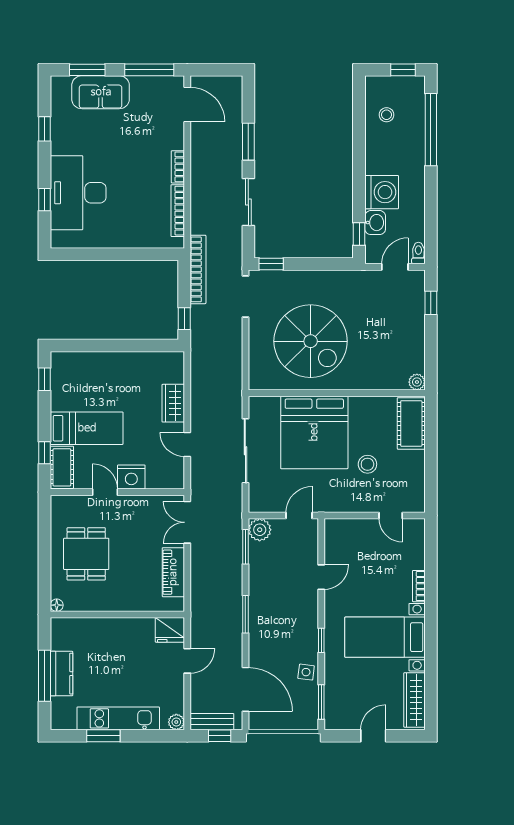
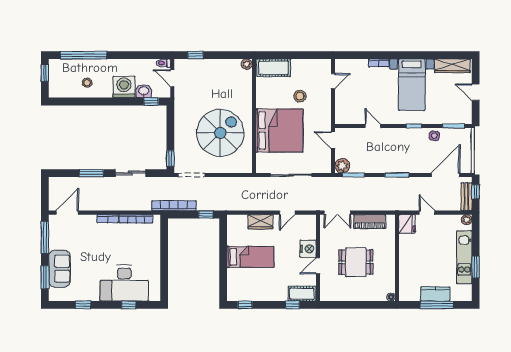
stool: (387, 115) -> (87, 83), moved
bed: (87, 428) -> (250, 257), moved, turned 90
dining table: (86, 554) -> (356, 262), moved

